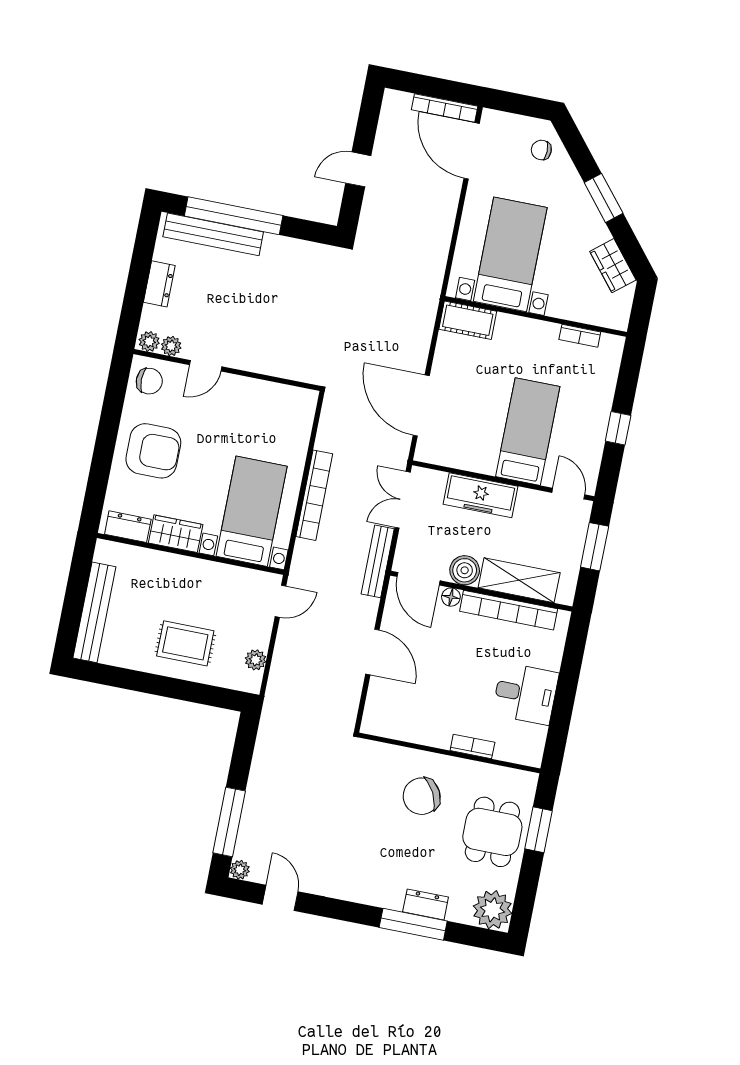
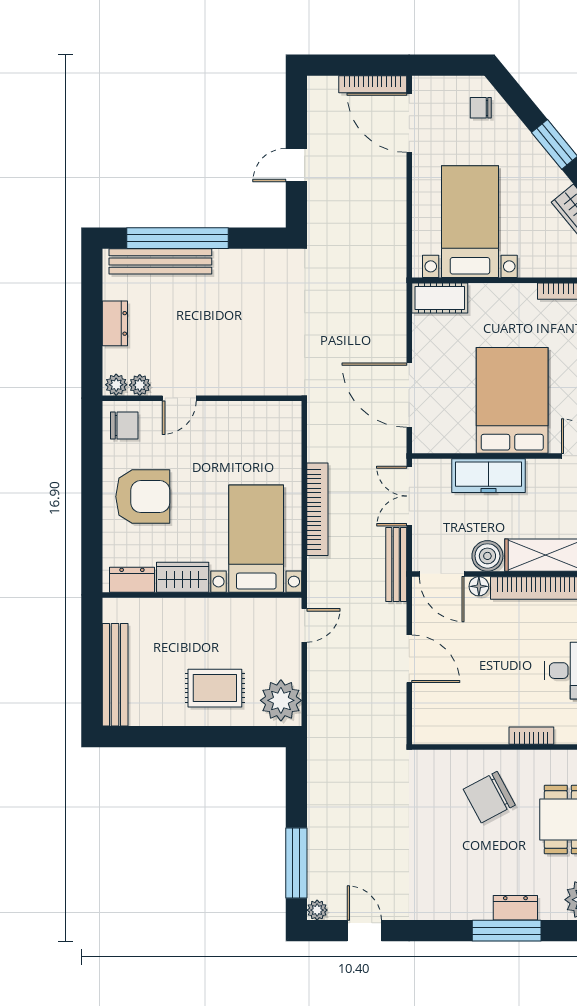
bed: (528, 432) -> (512, 400), width x1.50
plant: (256, 660) -> (281, 700), width x1.88, depth x1.88

